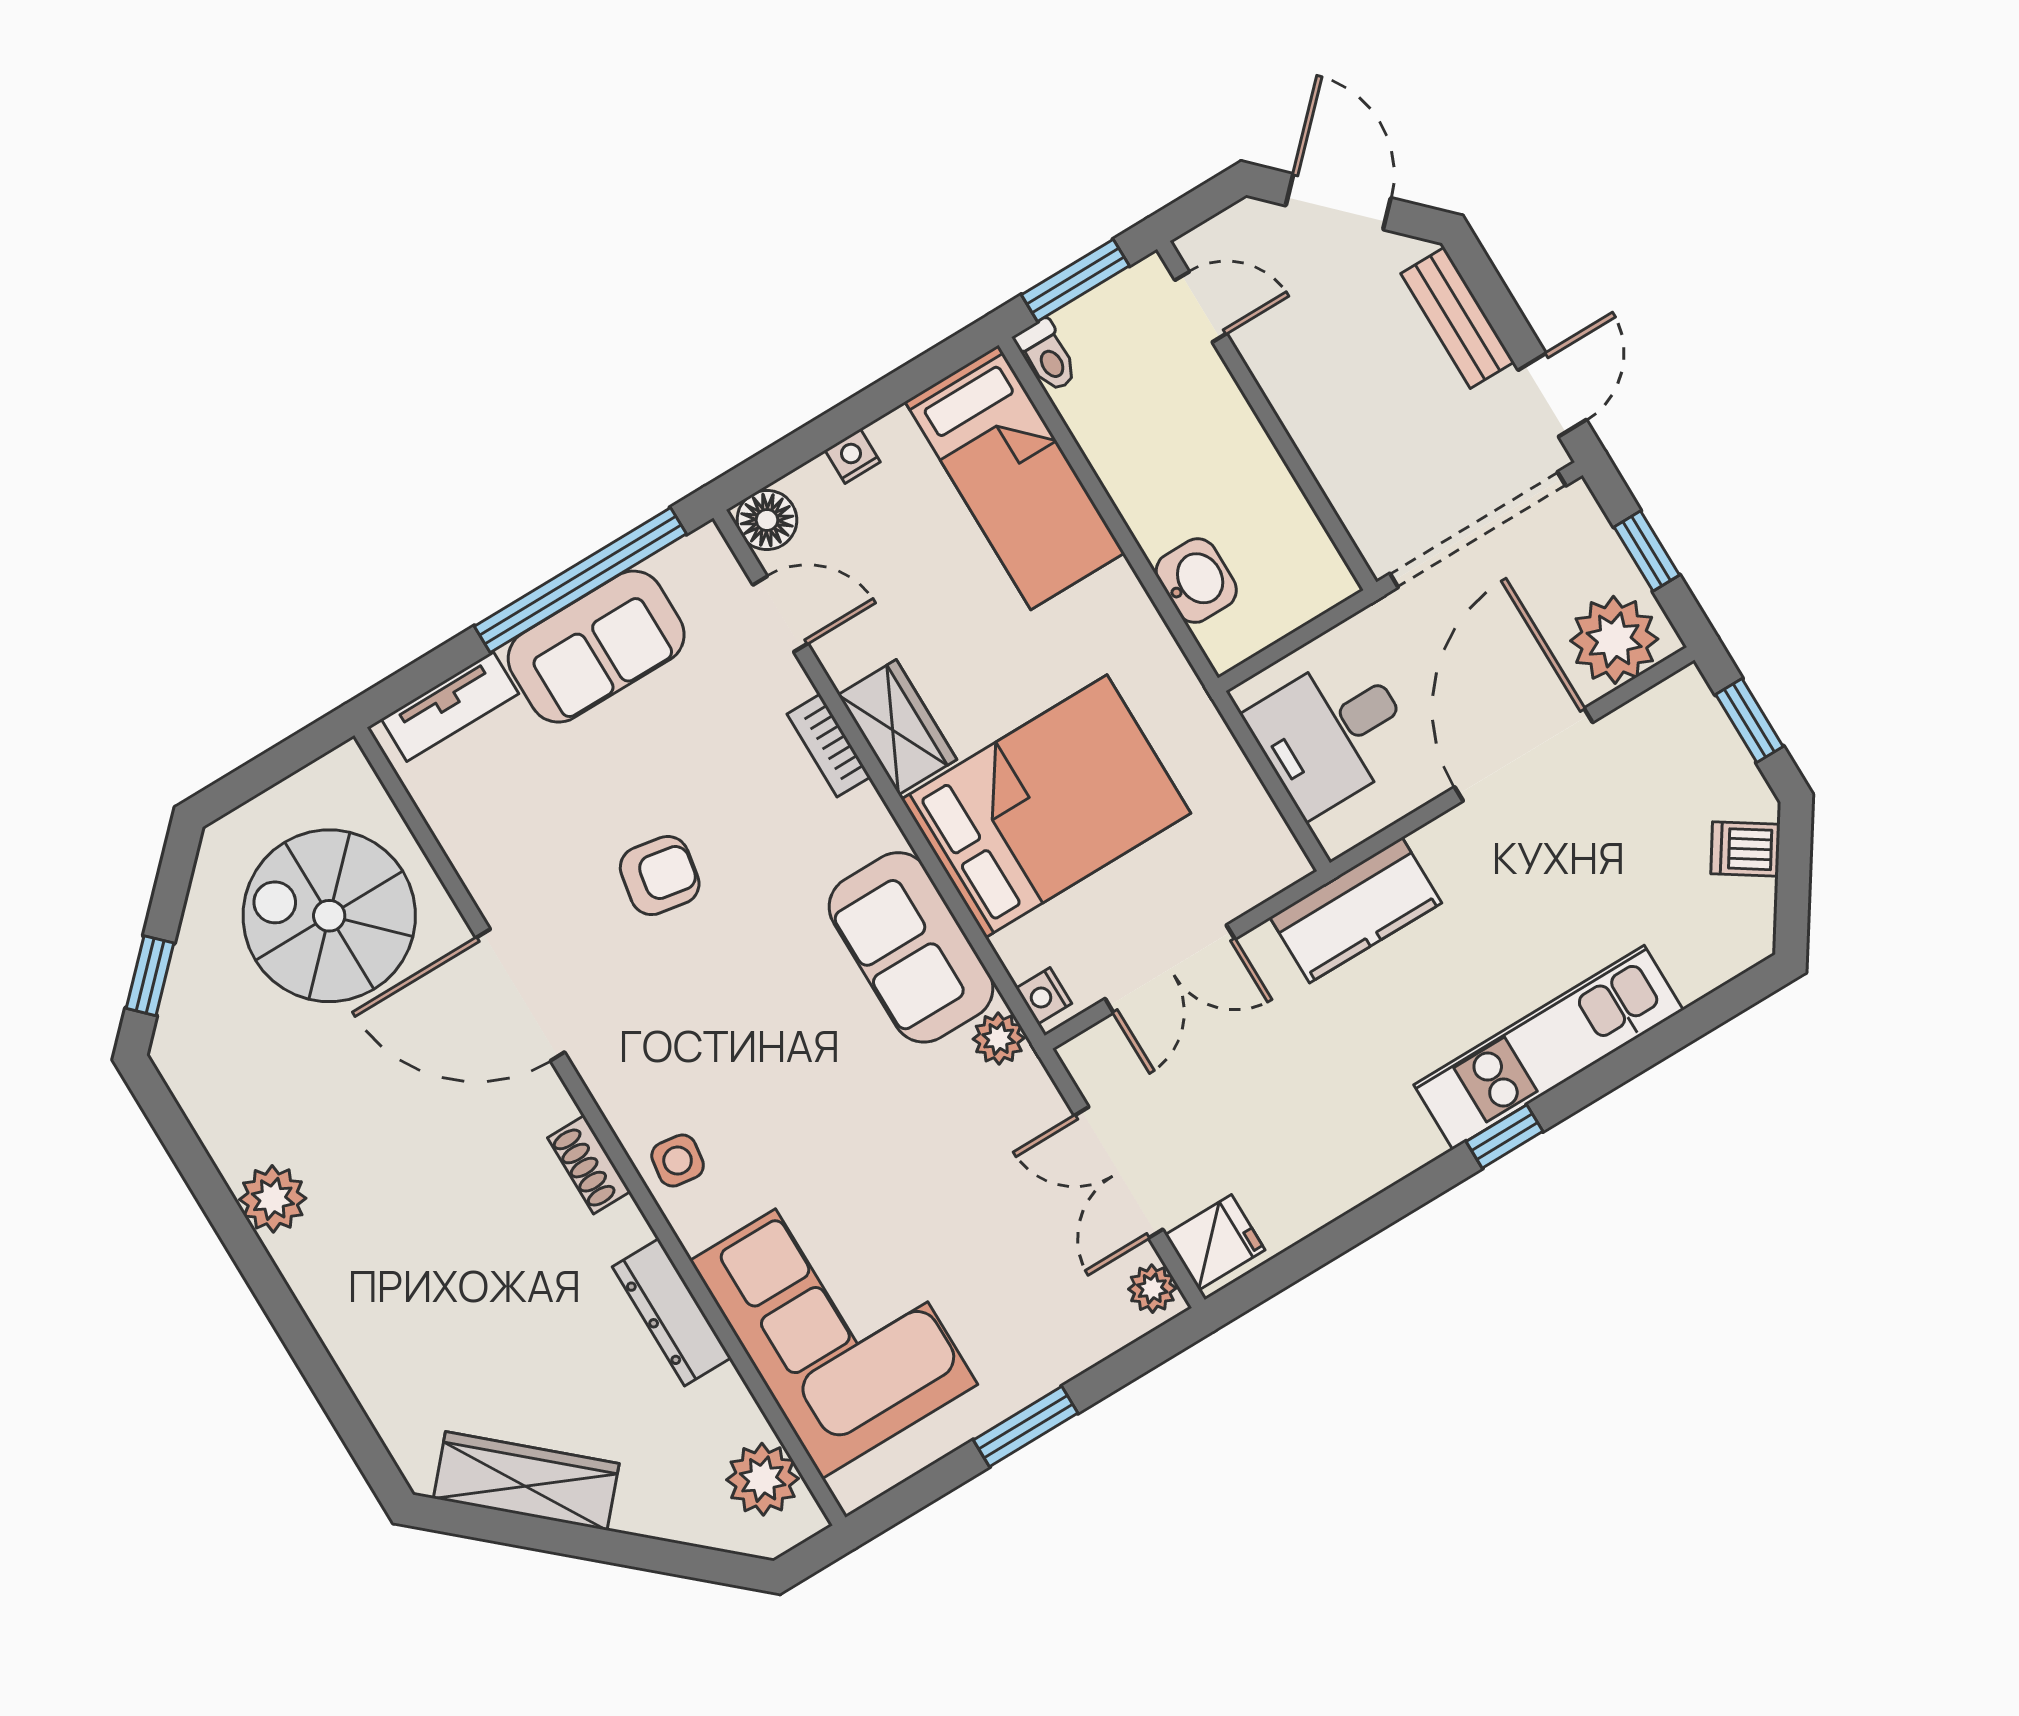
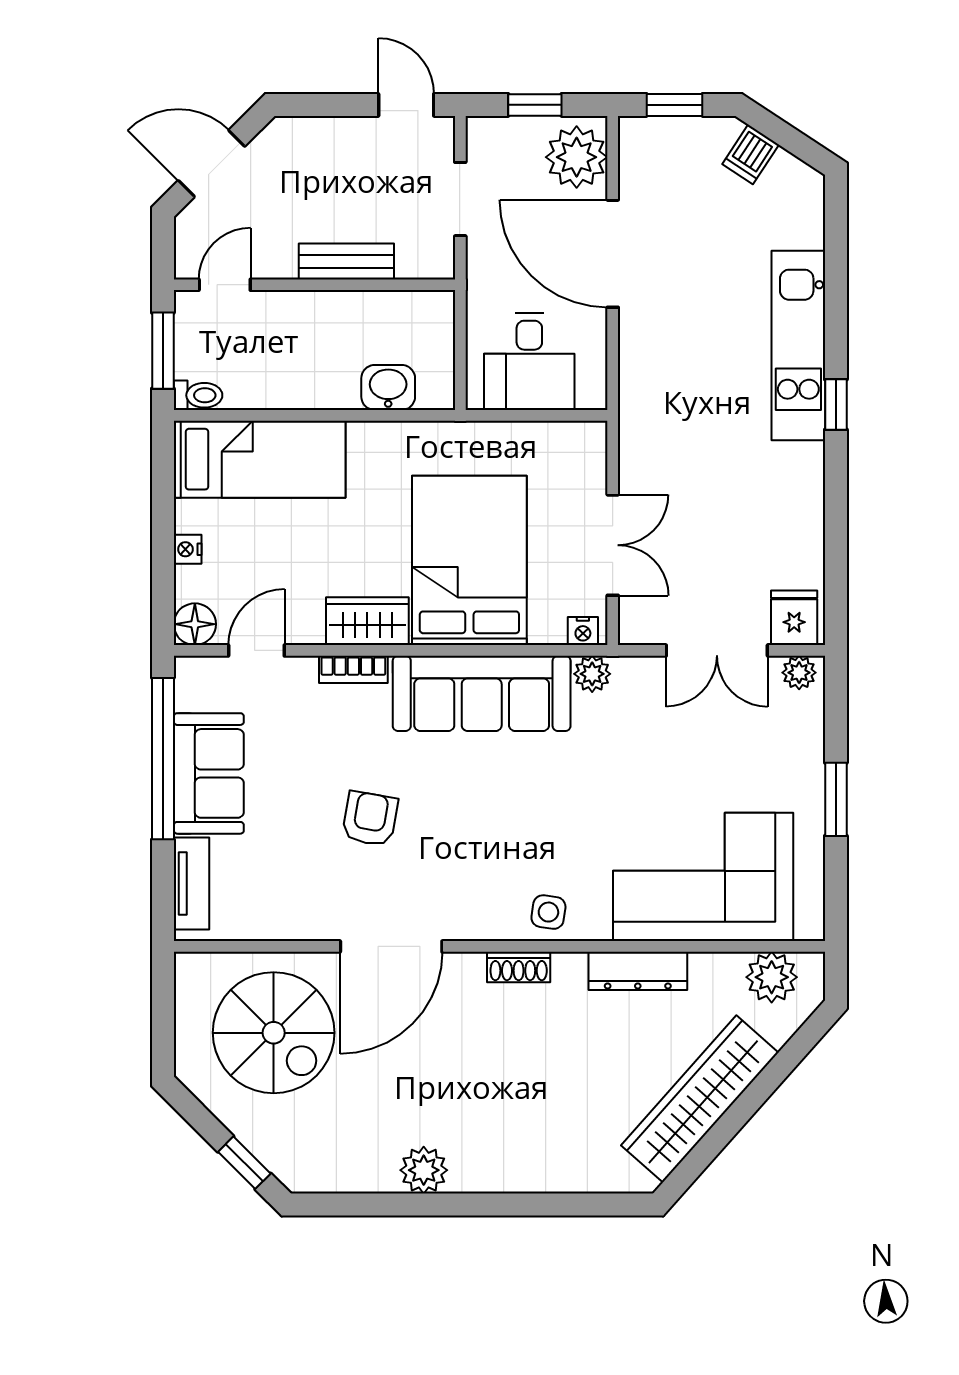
bench: (1457, 318) -> (346, 261), moved
doorway: (1478, 530) -> (460, 199), width x0.53
kitchen counter: (1356, 910) -> (645, 412), removed
spiral stairs: (329, 916) -> (274, 1033), turned -90
sofa: (911, 947) -> (482, 693), width x1.36
wardrobe: (526, 1481) -> (700, 1099), width x1.40, depth x1.17

